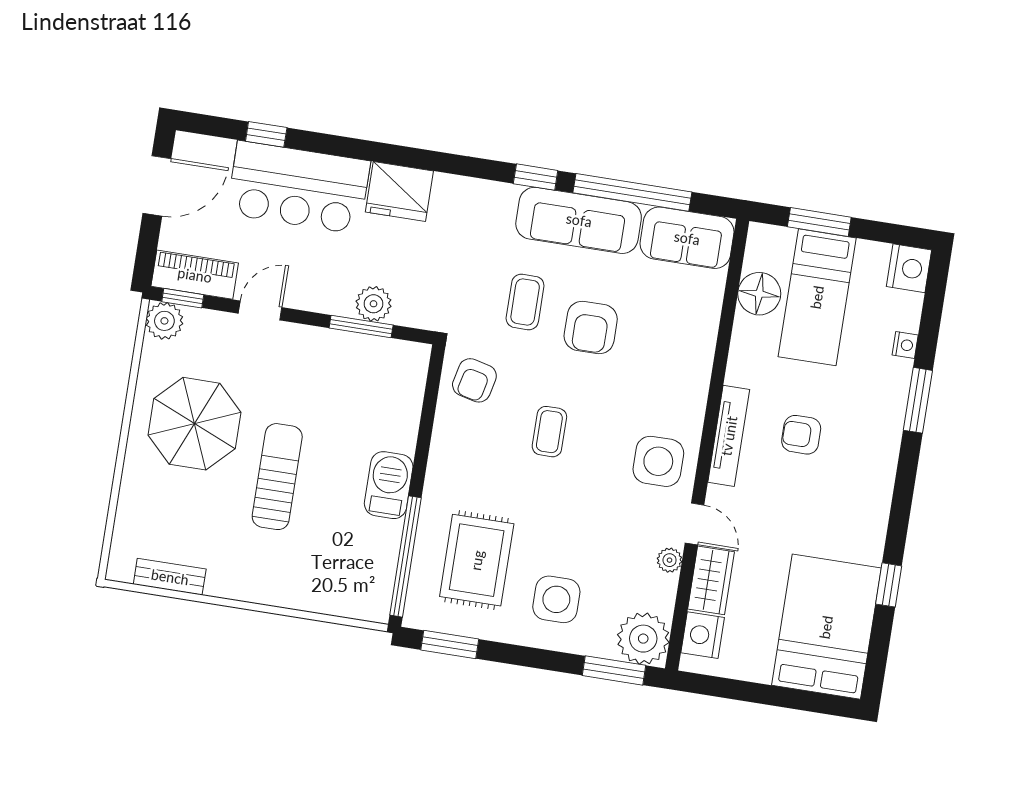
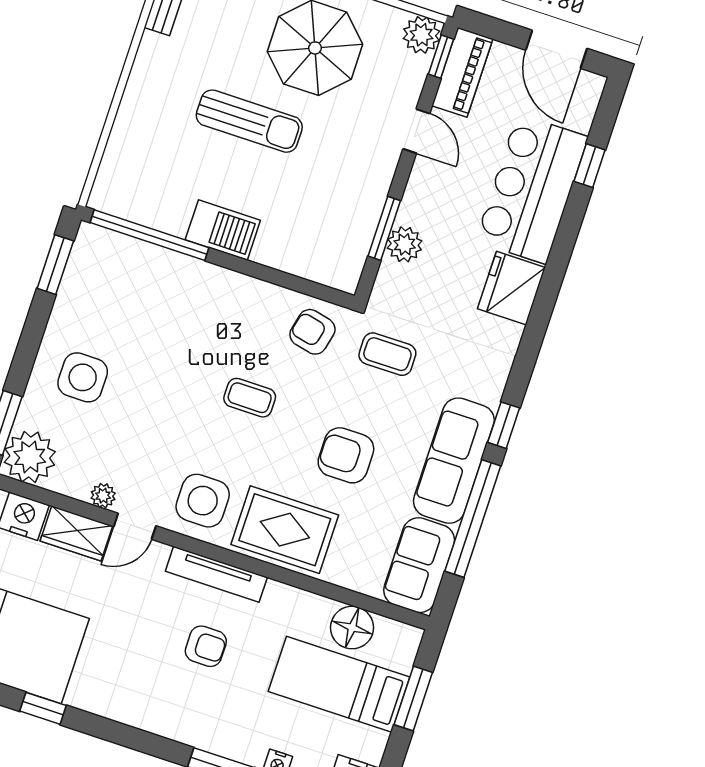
coffee table: (525, 302) -> (387, 354), moved
armchair: (801, 435) -> (206, 646), turned 90
rug: (477, 560) -> (285, 530), moved

